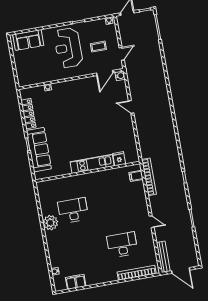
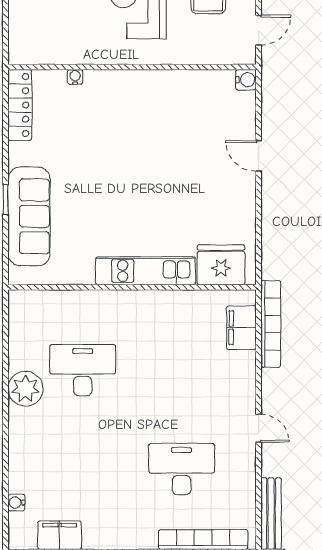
door: (105, 73) -> (212, 67), removed
locker: (28, 114) -> (20, 105), moved
fridge: (119, 159) -> (221, 265), width x1.88, depth x1.34
filing cabinet: (136, 176) -> (242, 328), width x2.00

